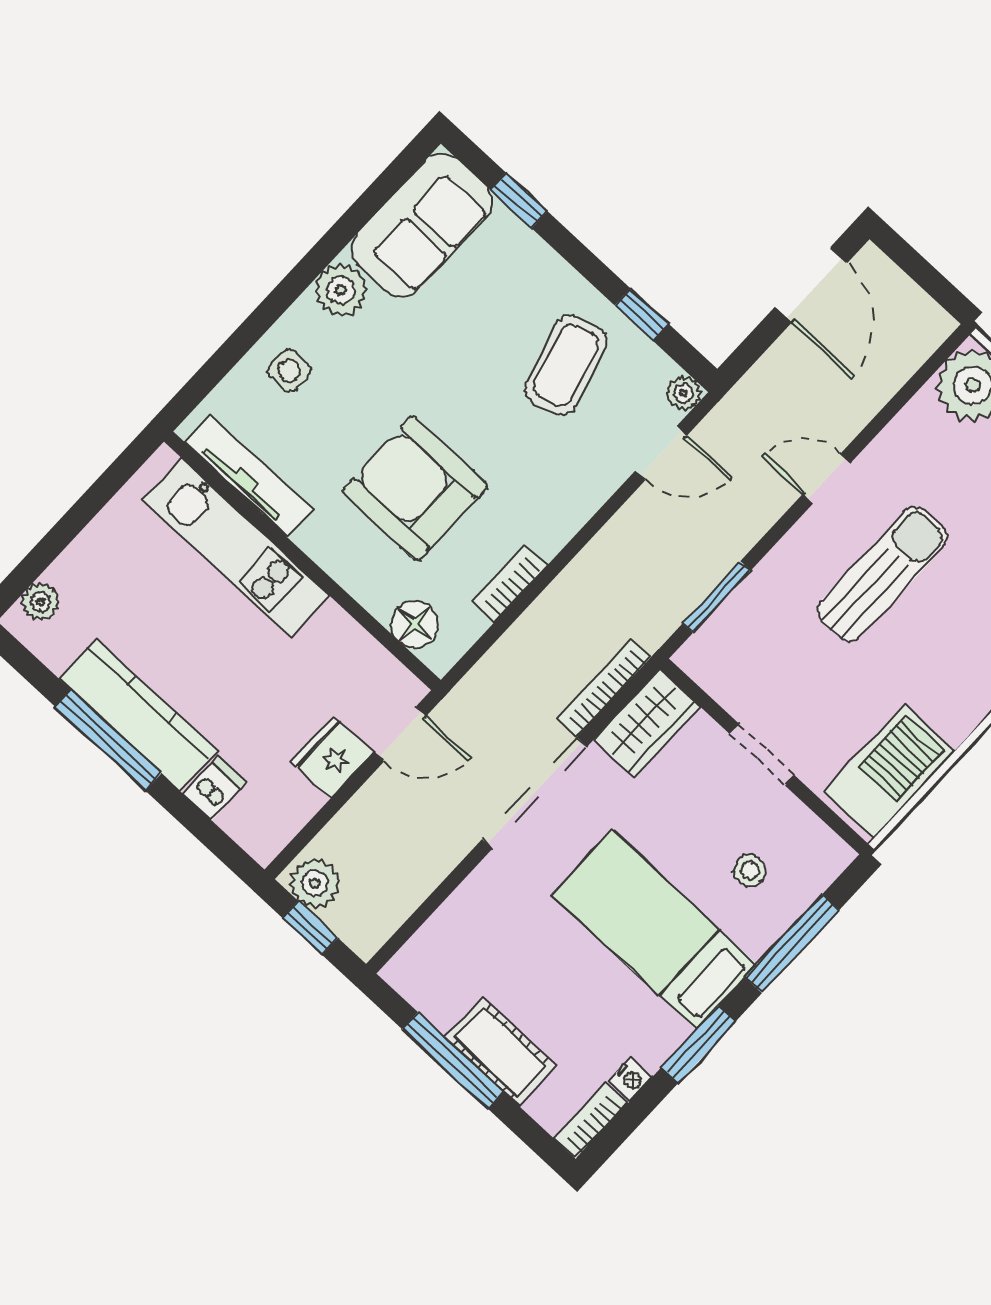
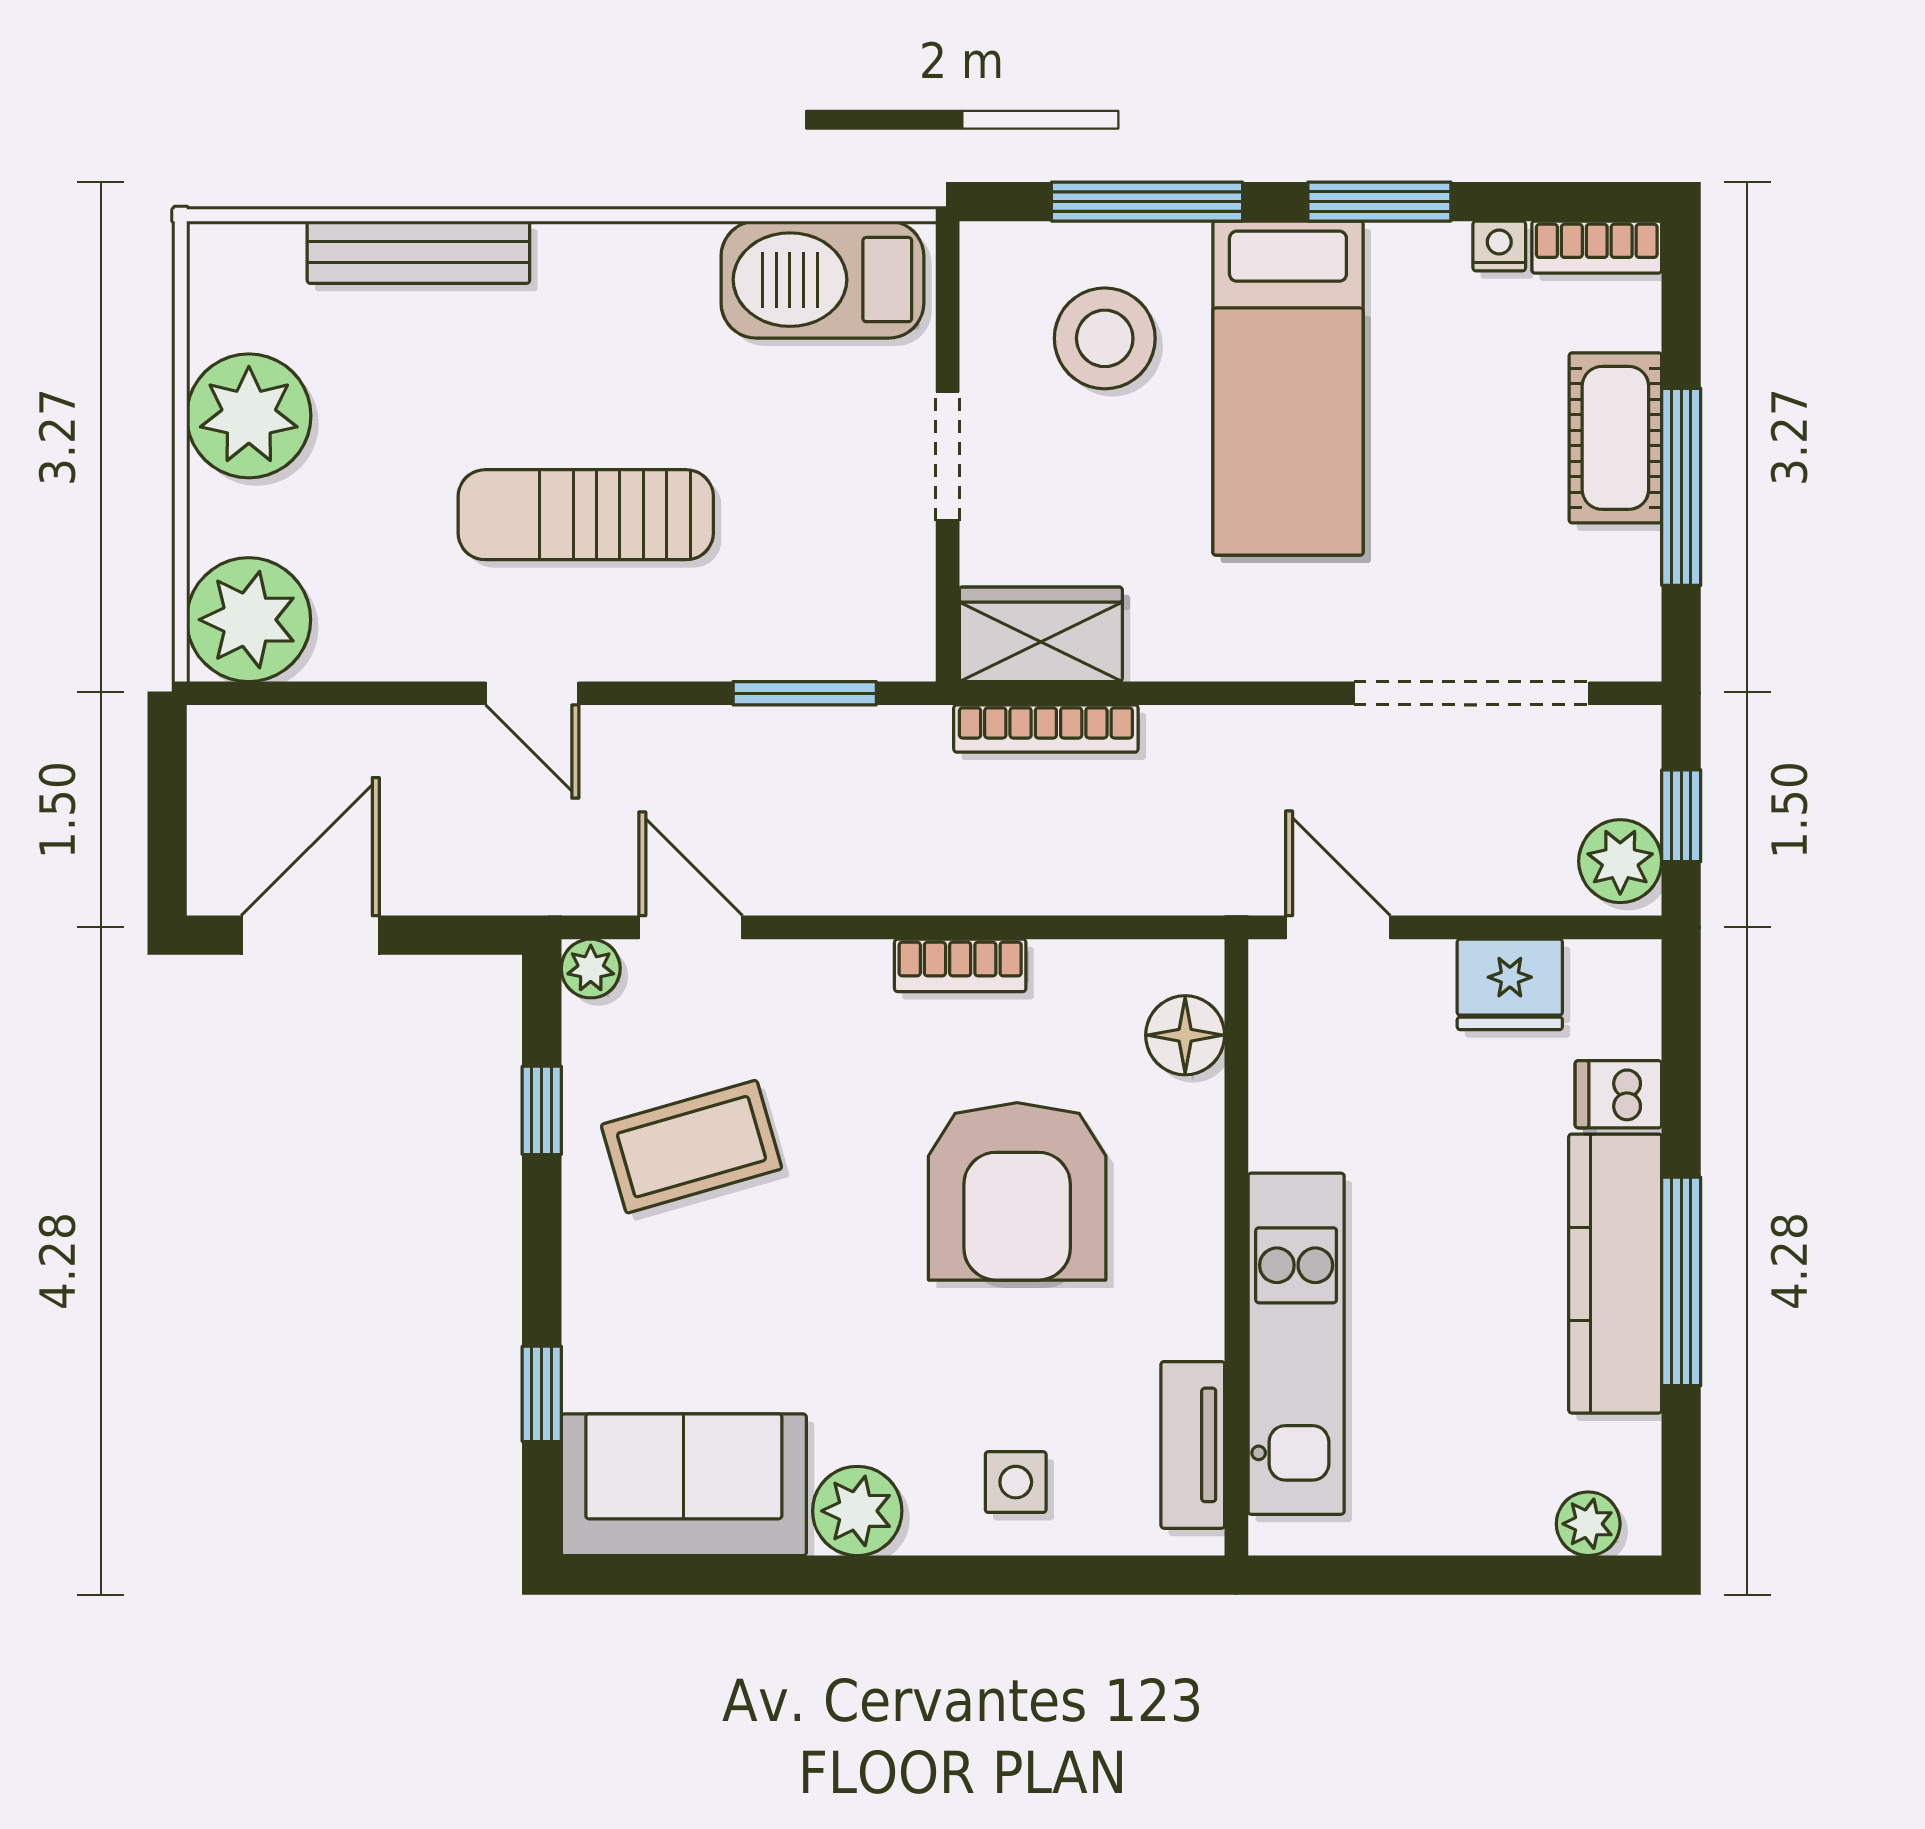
tv unit: (249, 476) -> (1193, 1445), width x0.71
bookcase: (509, 583) -> (960, 965), moved
fridge: (332, 757) -> (1510, 984), moved
doorway: (535, 793) -> (1471, 693), moved
stool: (750, 870) -> (1105, 338), width x1.89, depth x1.89

